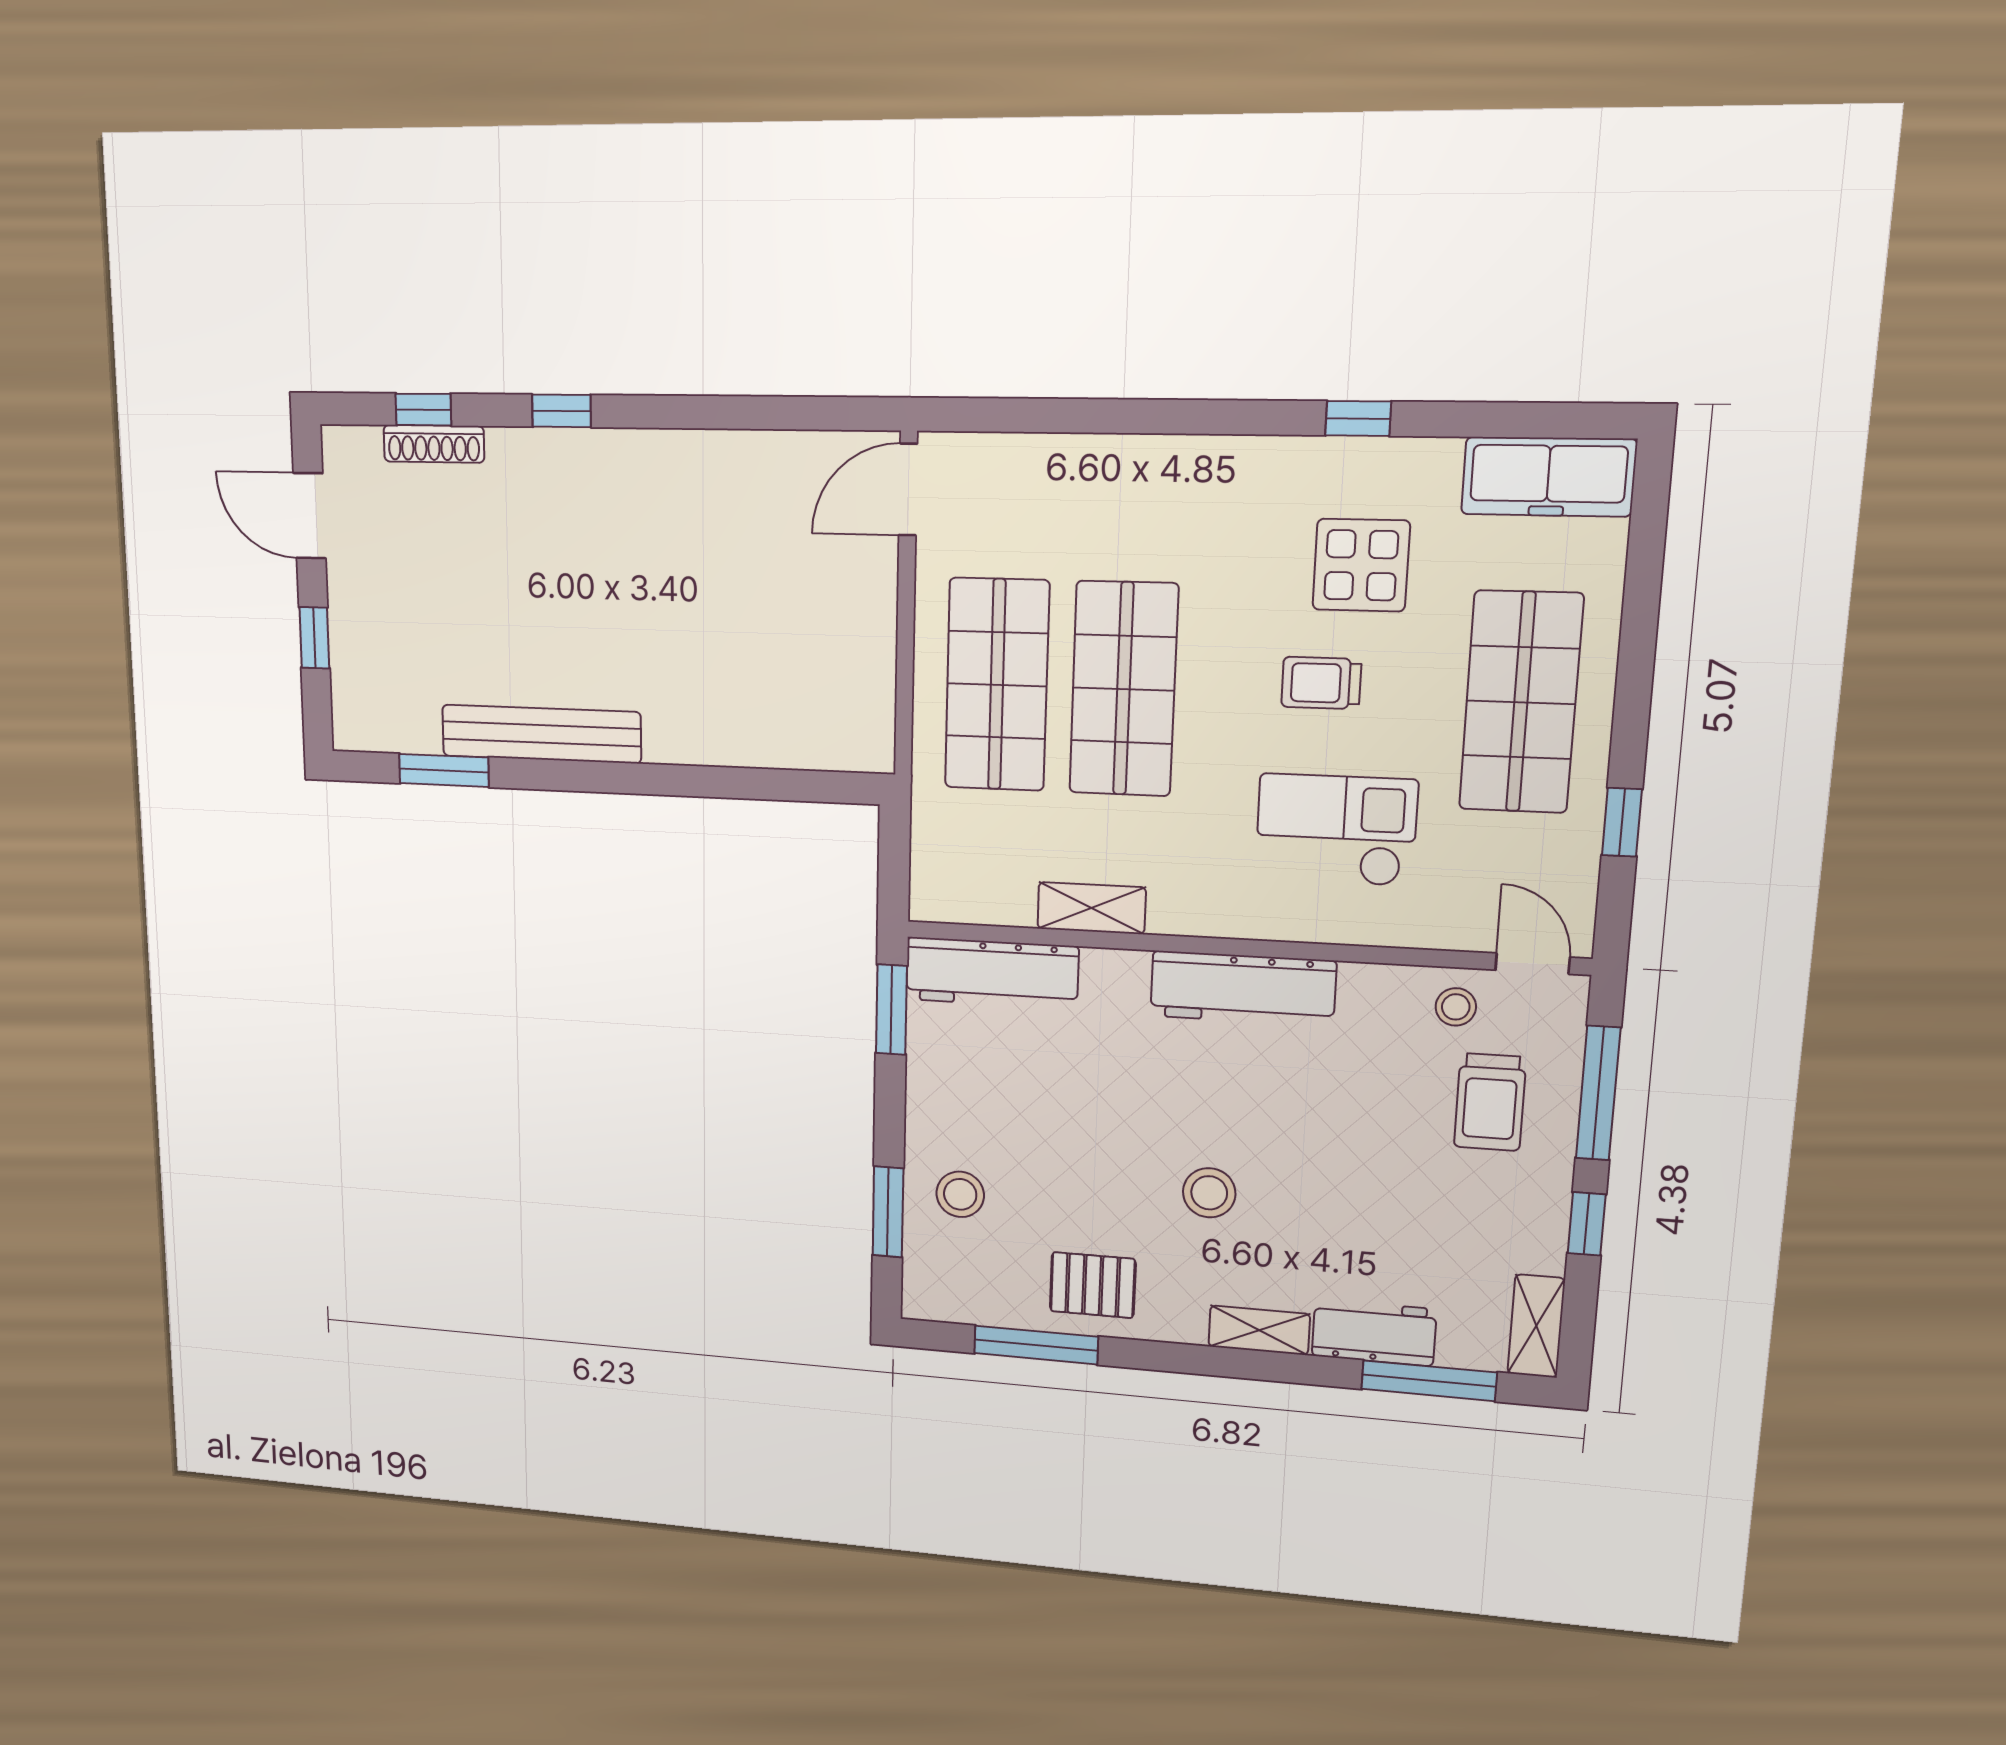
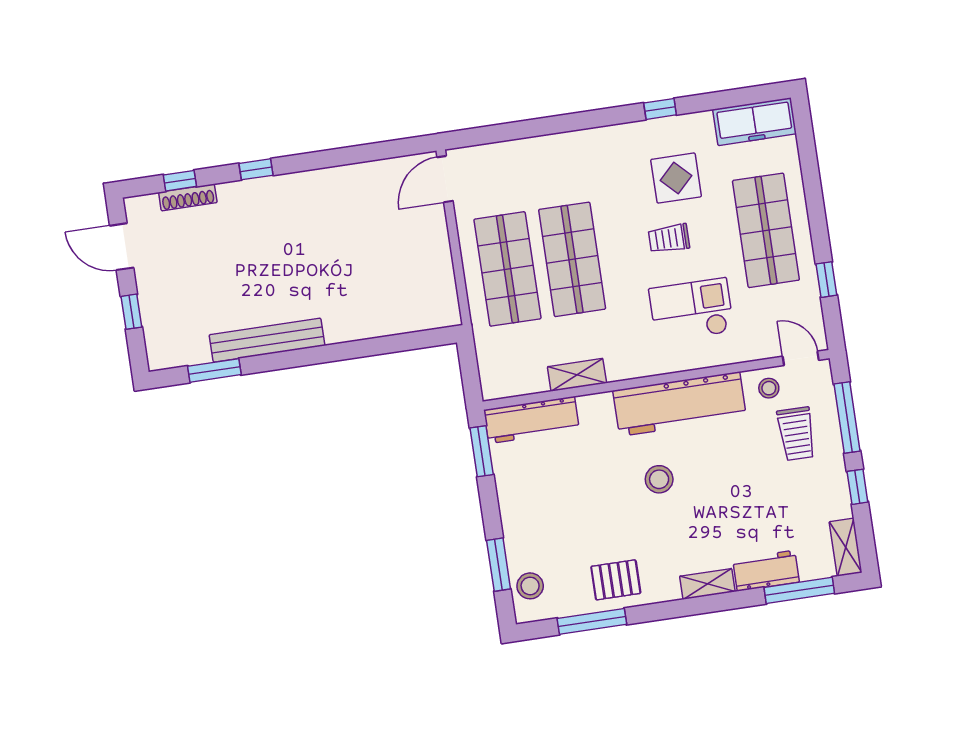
workbench: (1243, 988) -> (680, 404), width x1.36, depth x1.32
stool: (1209, 1193) -> (659, 479), moved
stool: (960, 1194) -> (530, 586), moved

